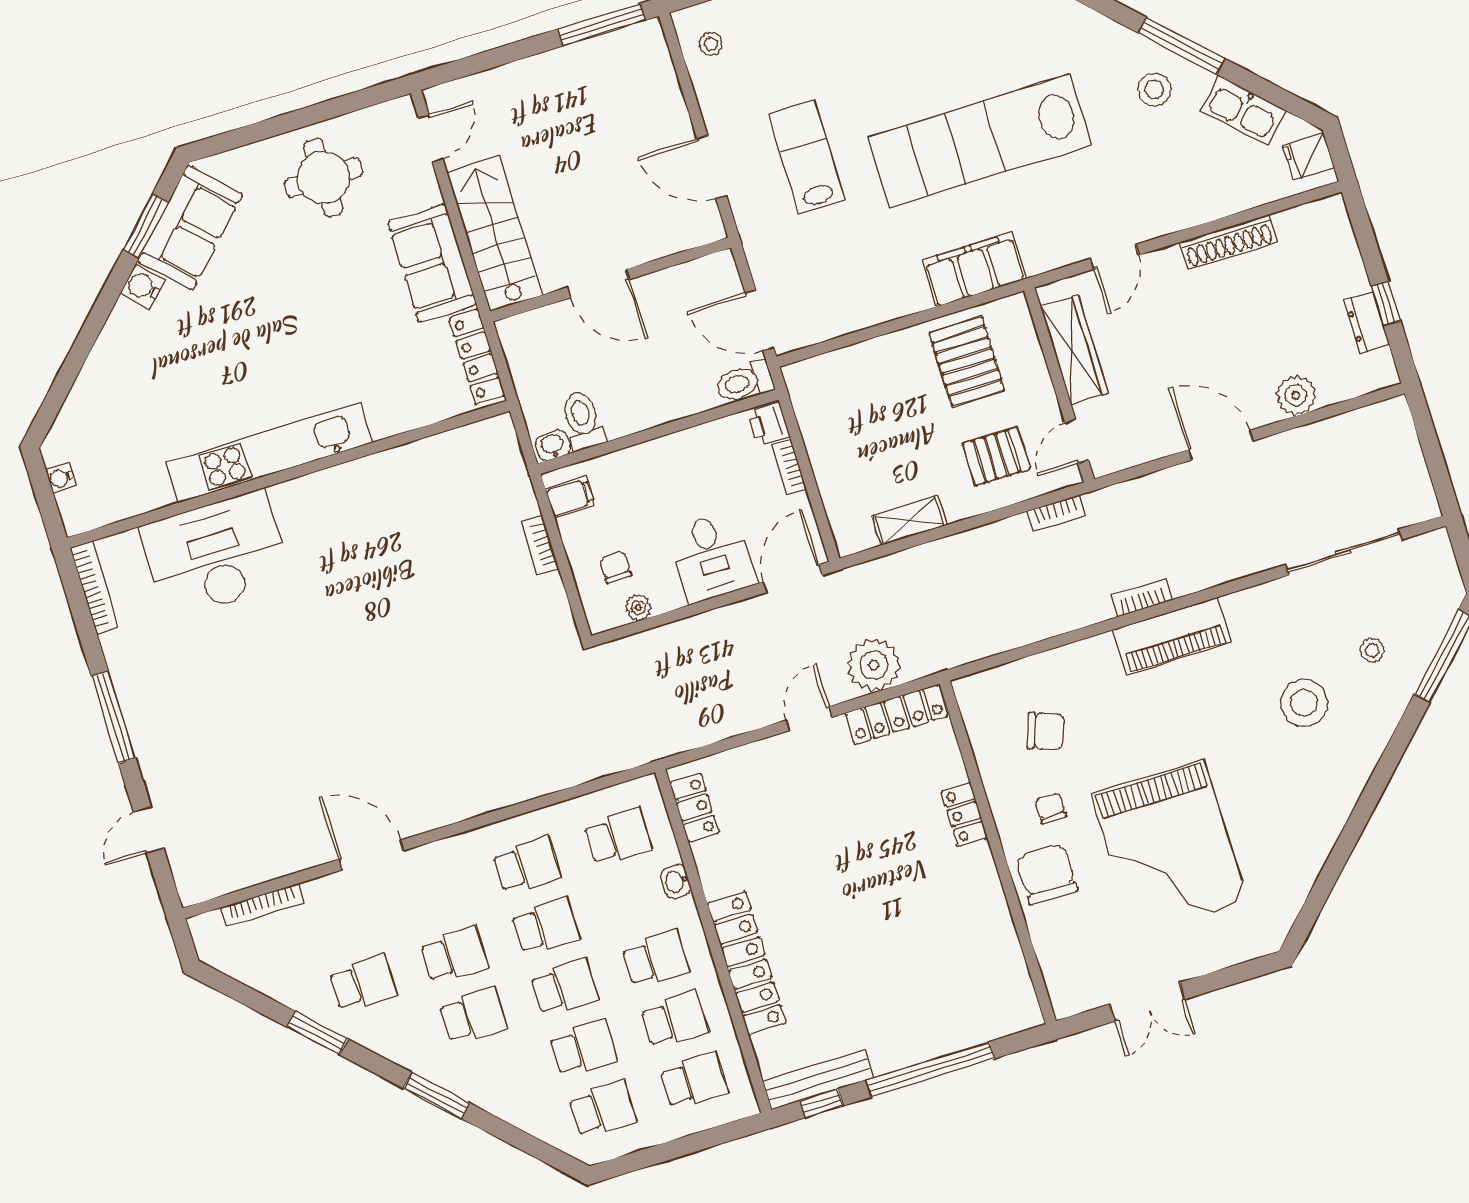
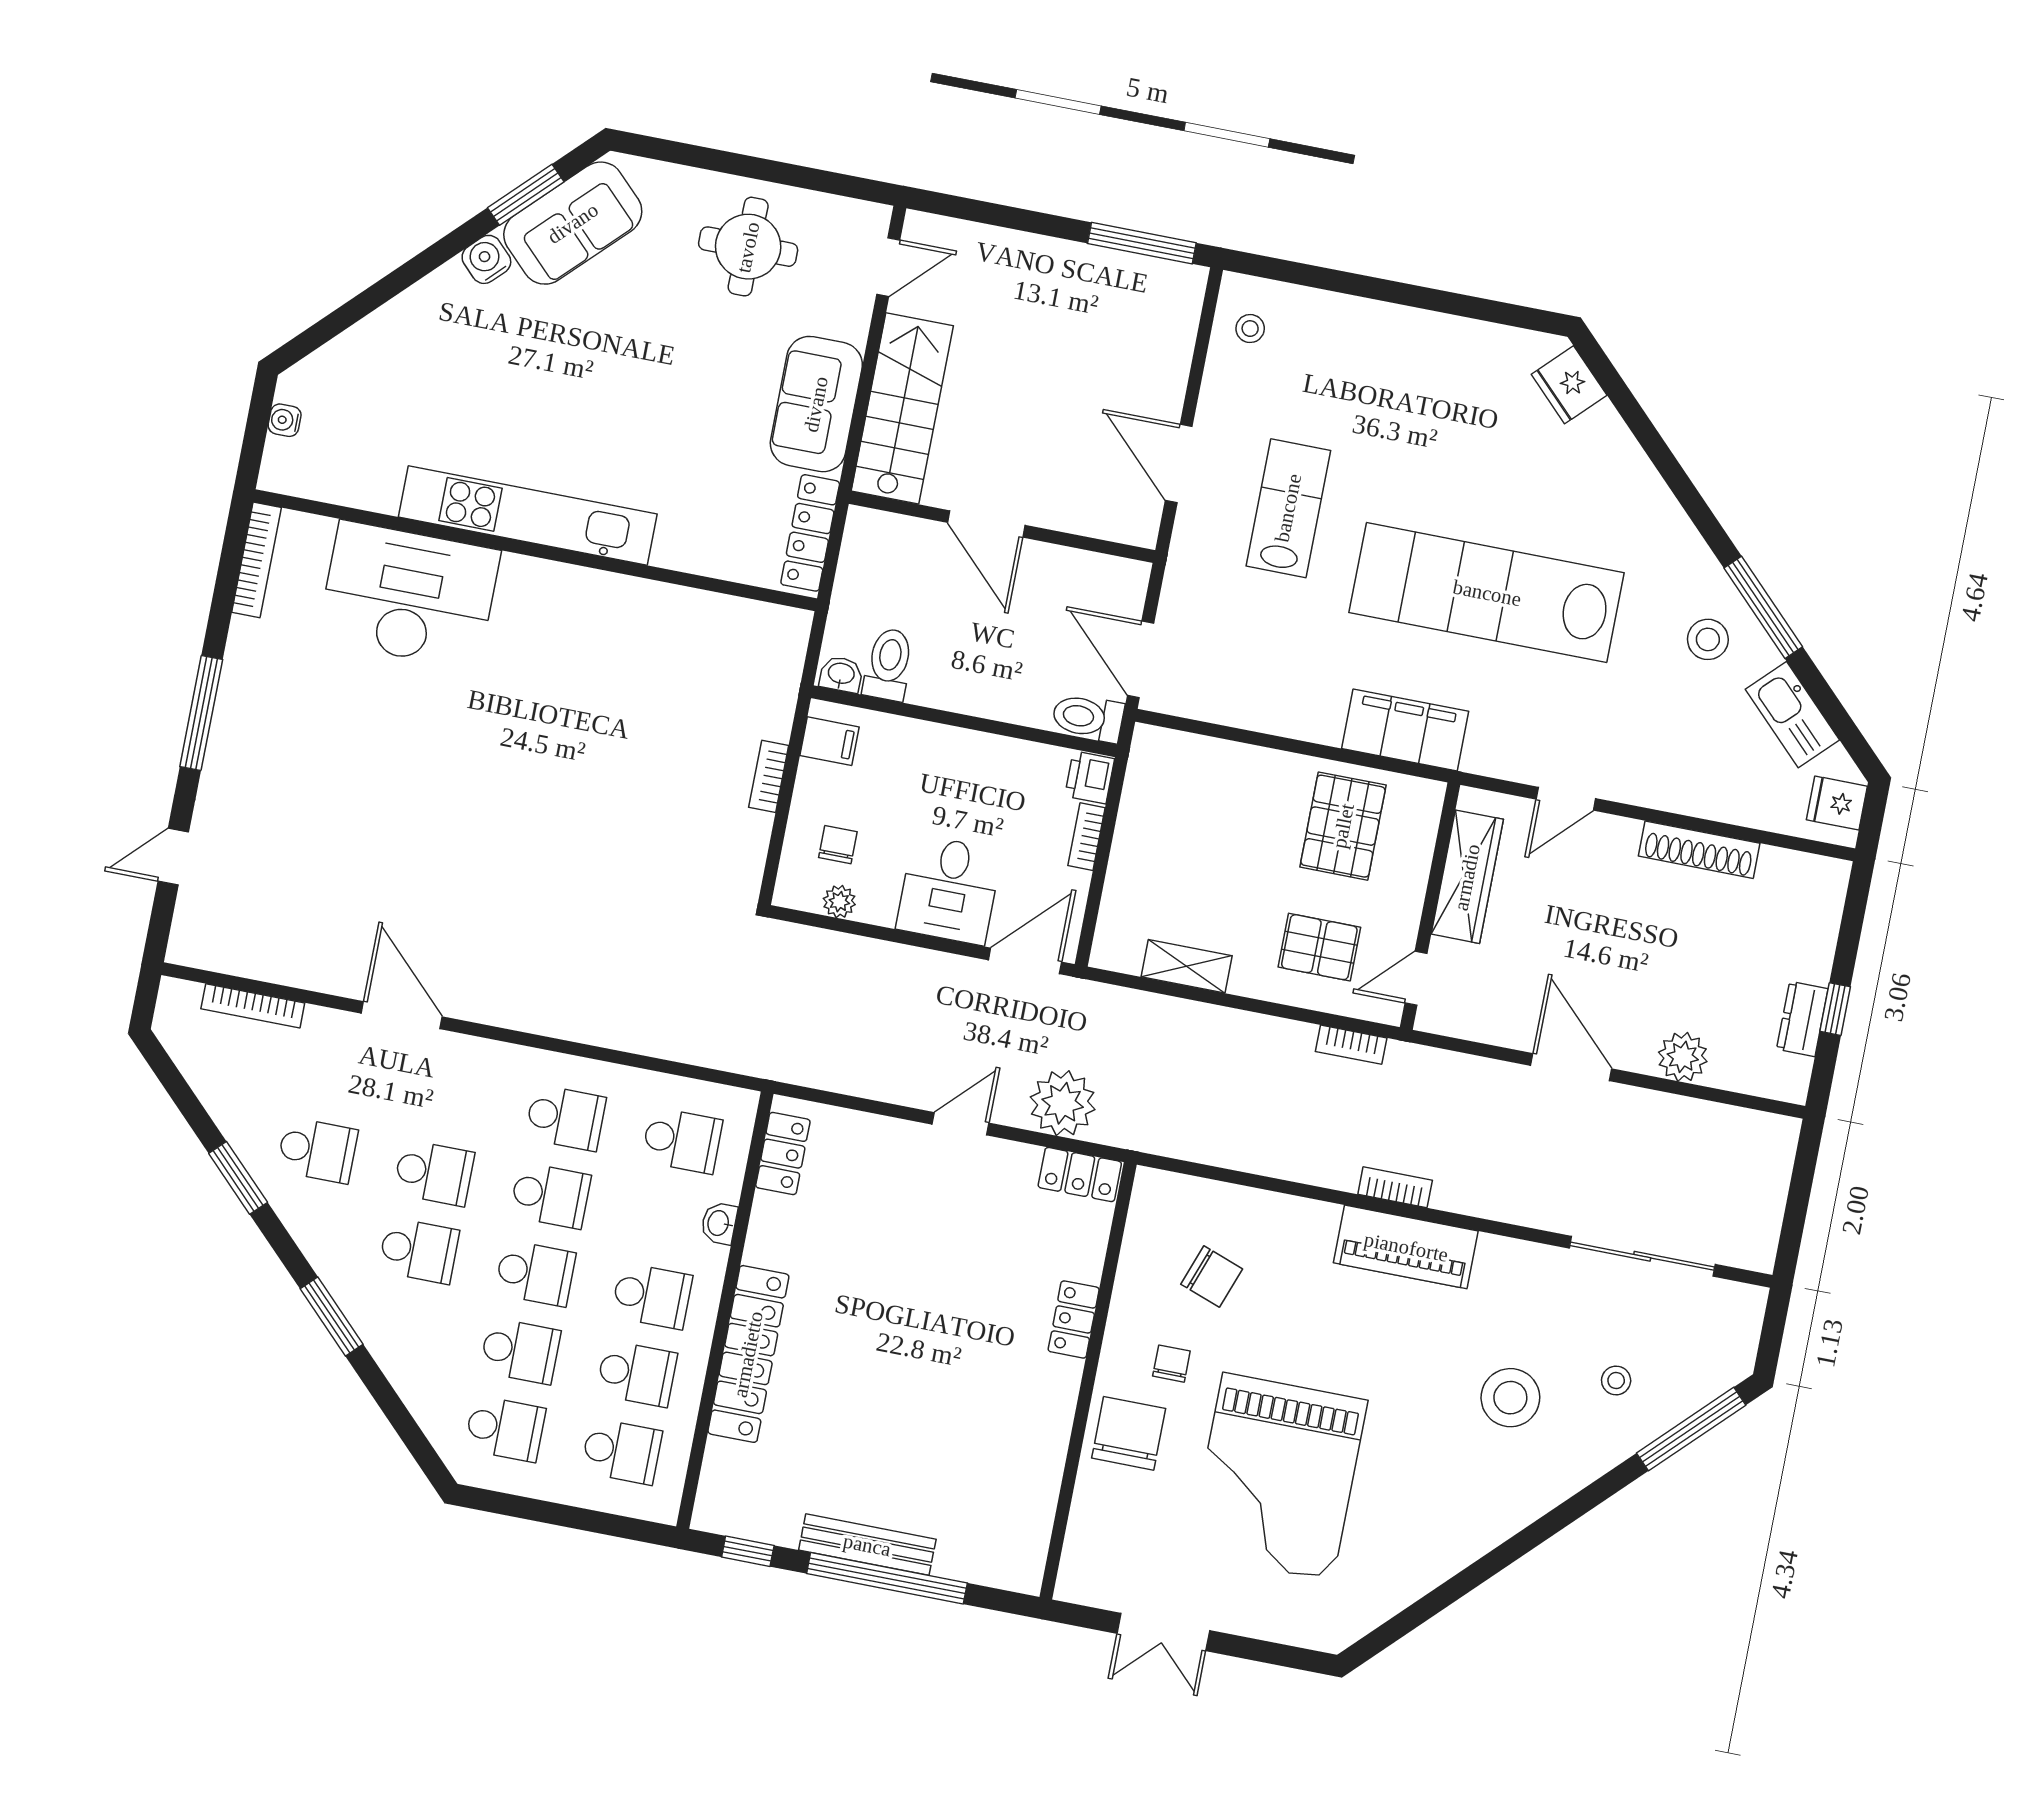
locker: (897, 714) -> (1080, 1175), width x0.66
bench: (818, 1080) -> (867, 1545), moved

